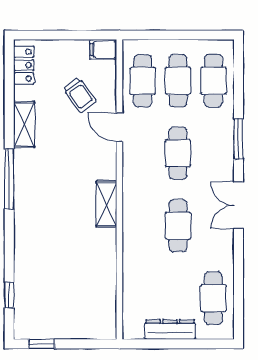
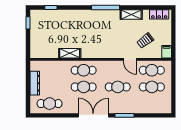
cafe table: (213, 81) -> (84, 70), moved
door: (119, 127) -> (130, 59), swing flipped
shelving: (106, 204) -> (70, 53), moved
double door: (238, 205) -> (93, 115), width x1.37

